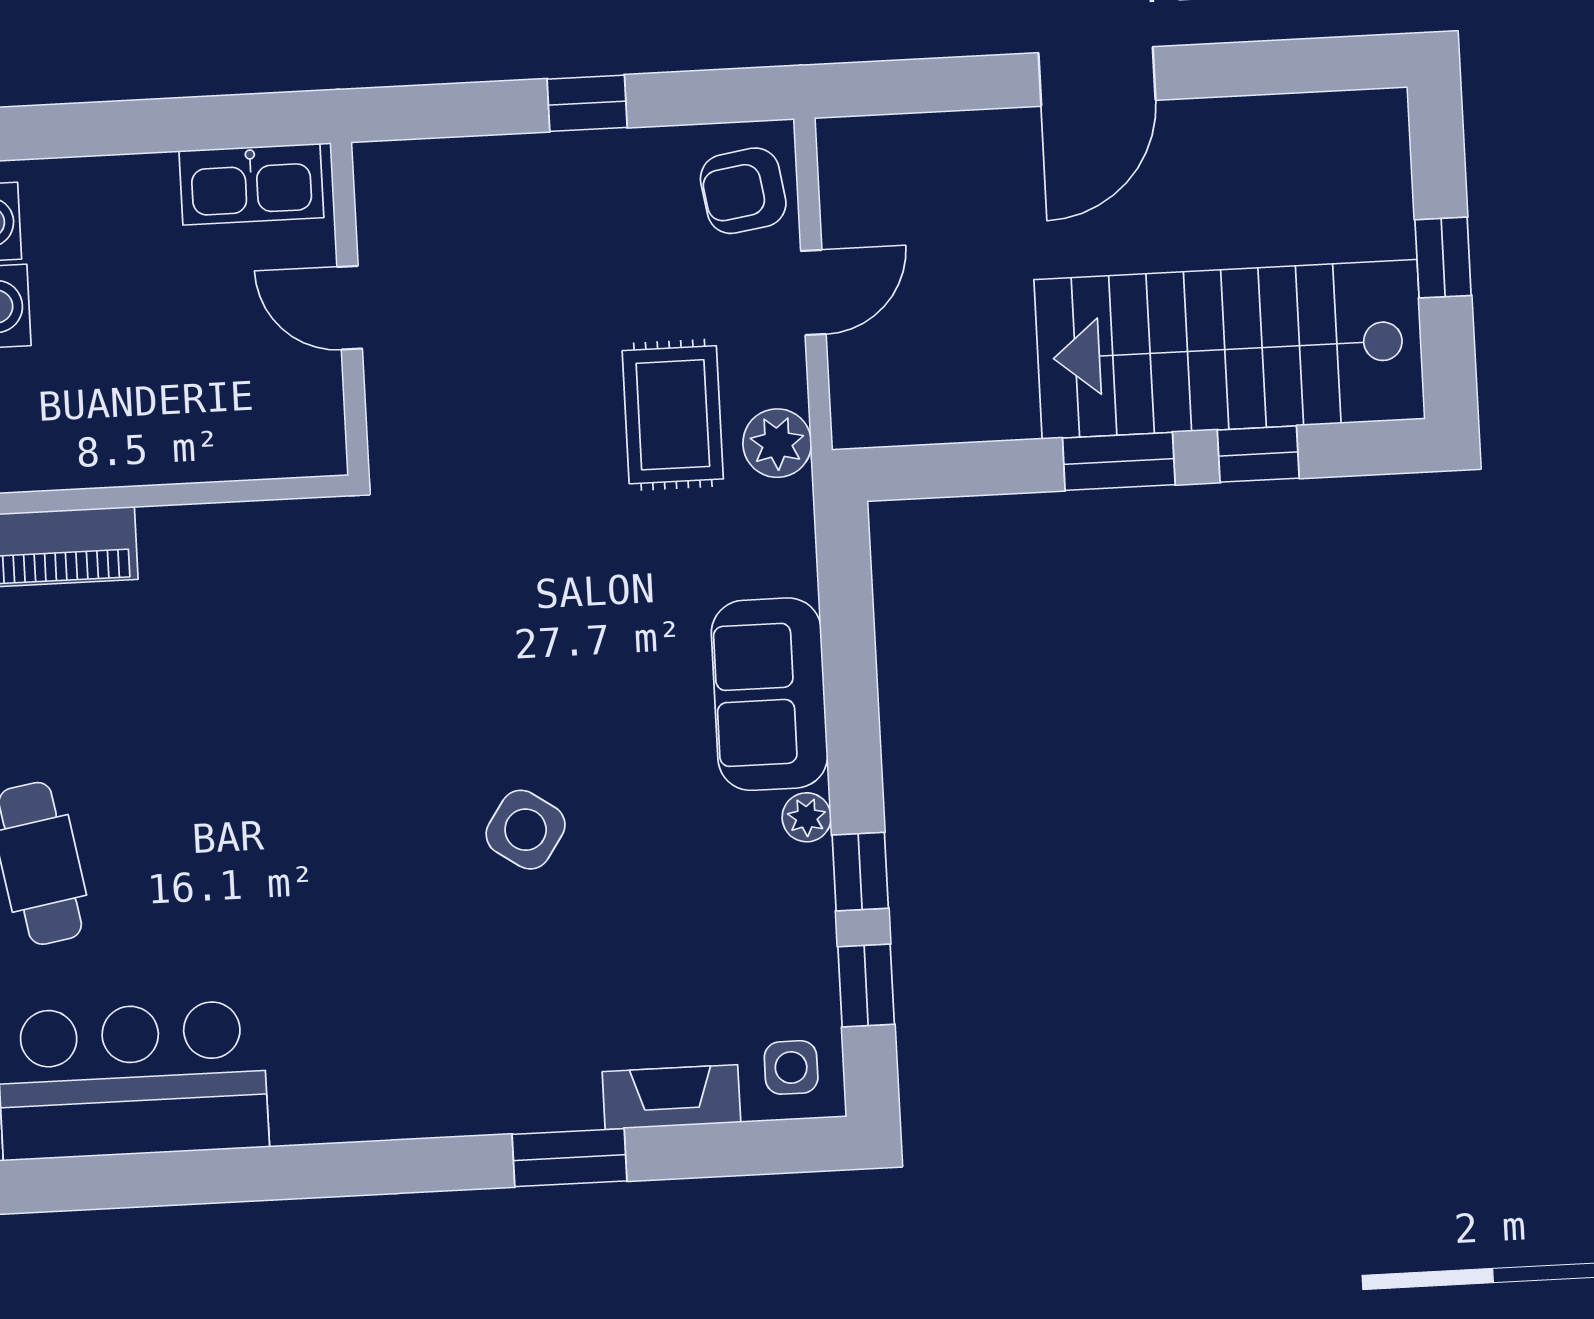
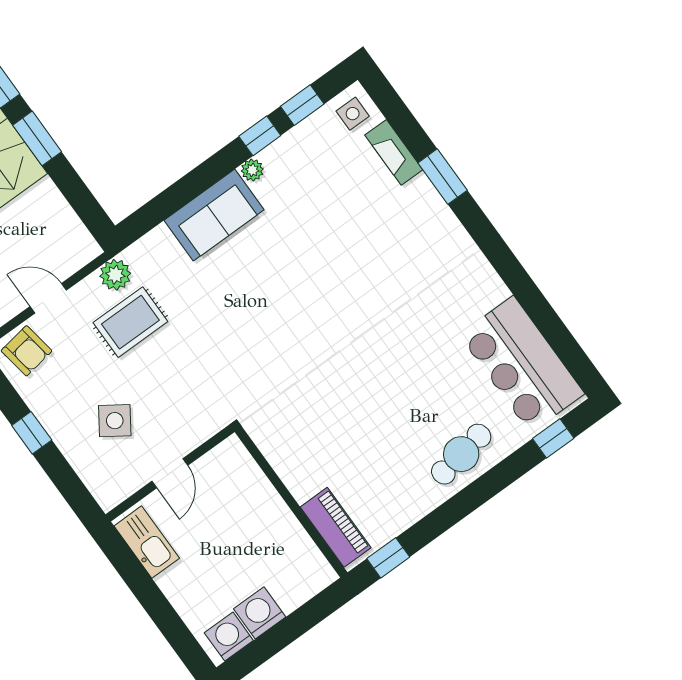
side table: (526, 830) -> (115, 421), moved

